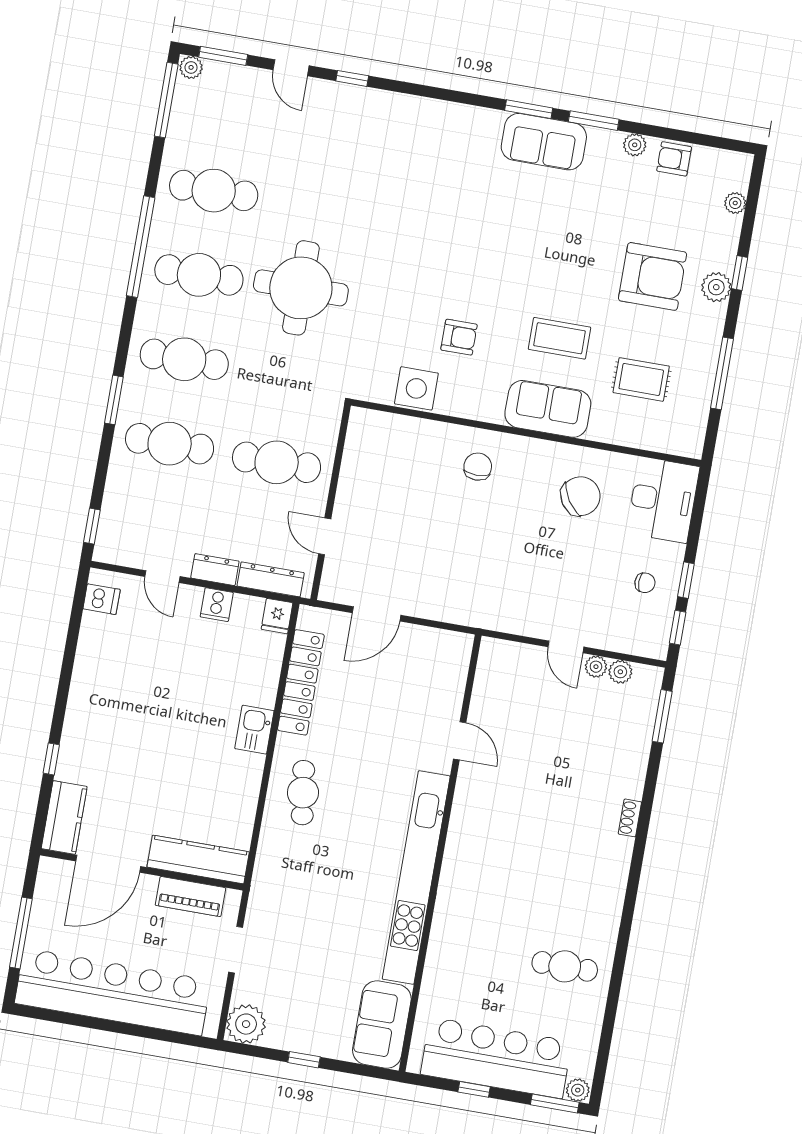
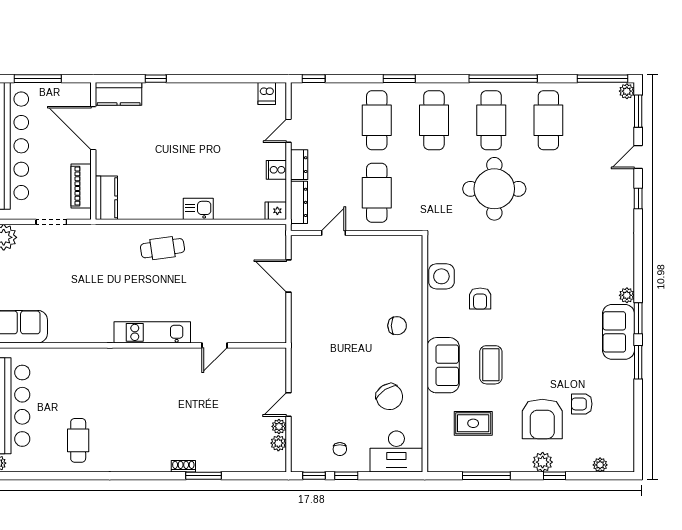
plant: (635, 145) -> (627, 295), moved
armchair: (674, 159) -> (582, 404), moved, turned -90
rug: (641, 379) -> (473, 423), turned 90
locker: (301, 682) -> (235, 234), removed
window: (662, 716) -> (204, 476), moved
kitchen counter: (198, 859) -> (106, 198), width x0.67
kitchen unit: (416, 878) -> (152, 332), width x0.54

